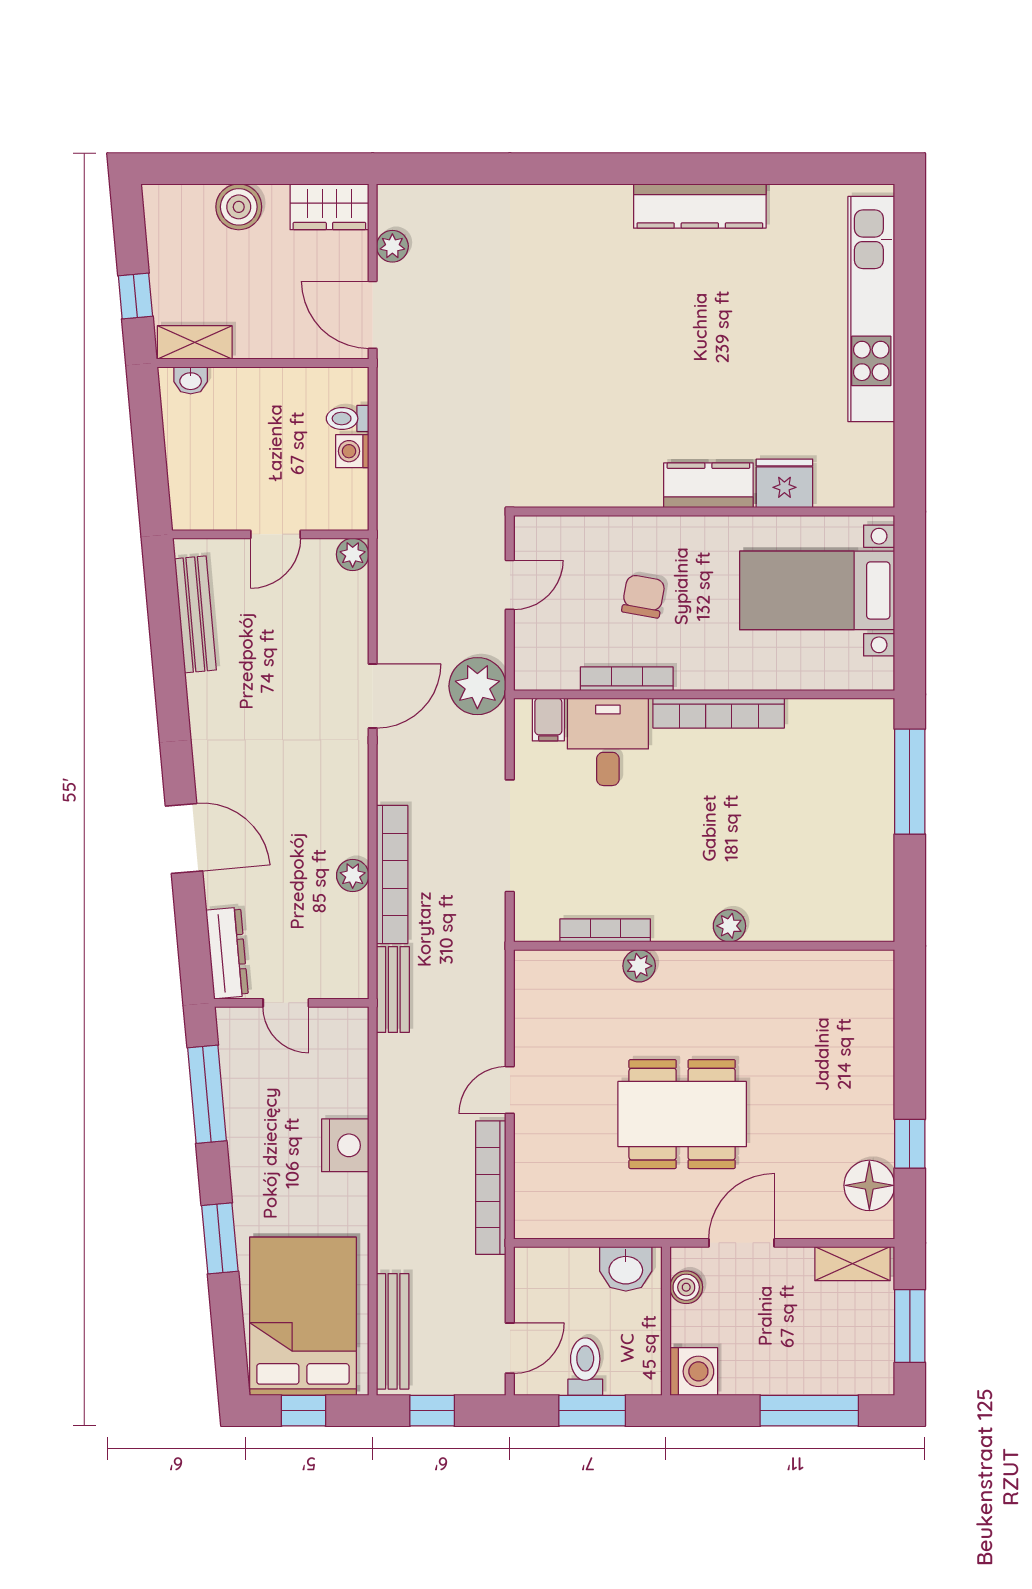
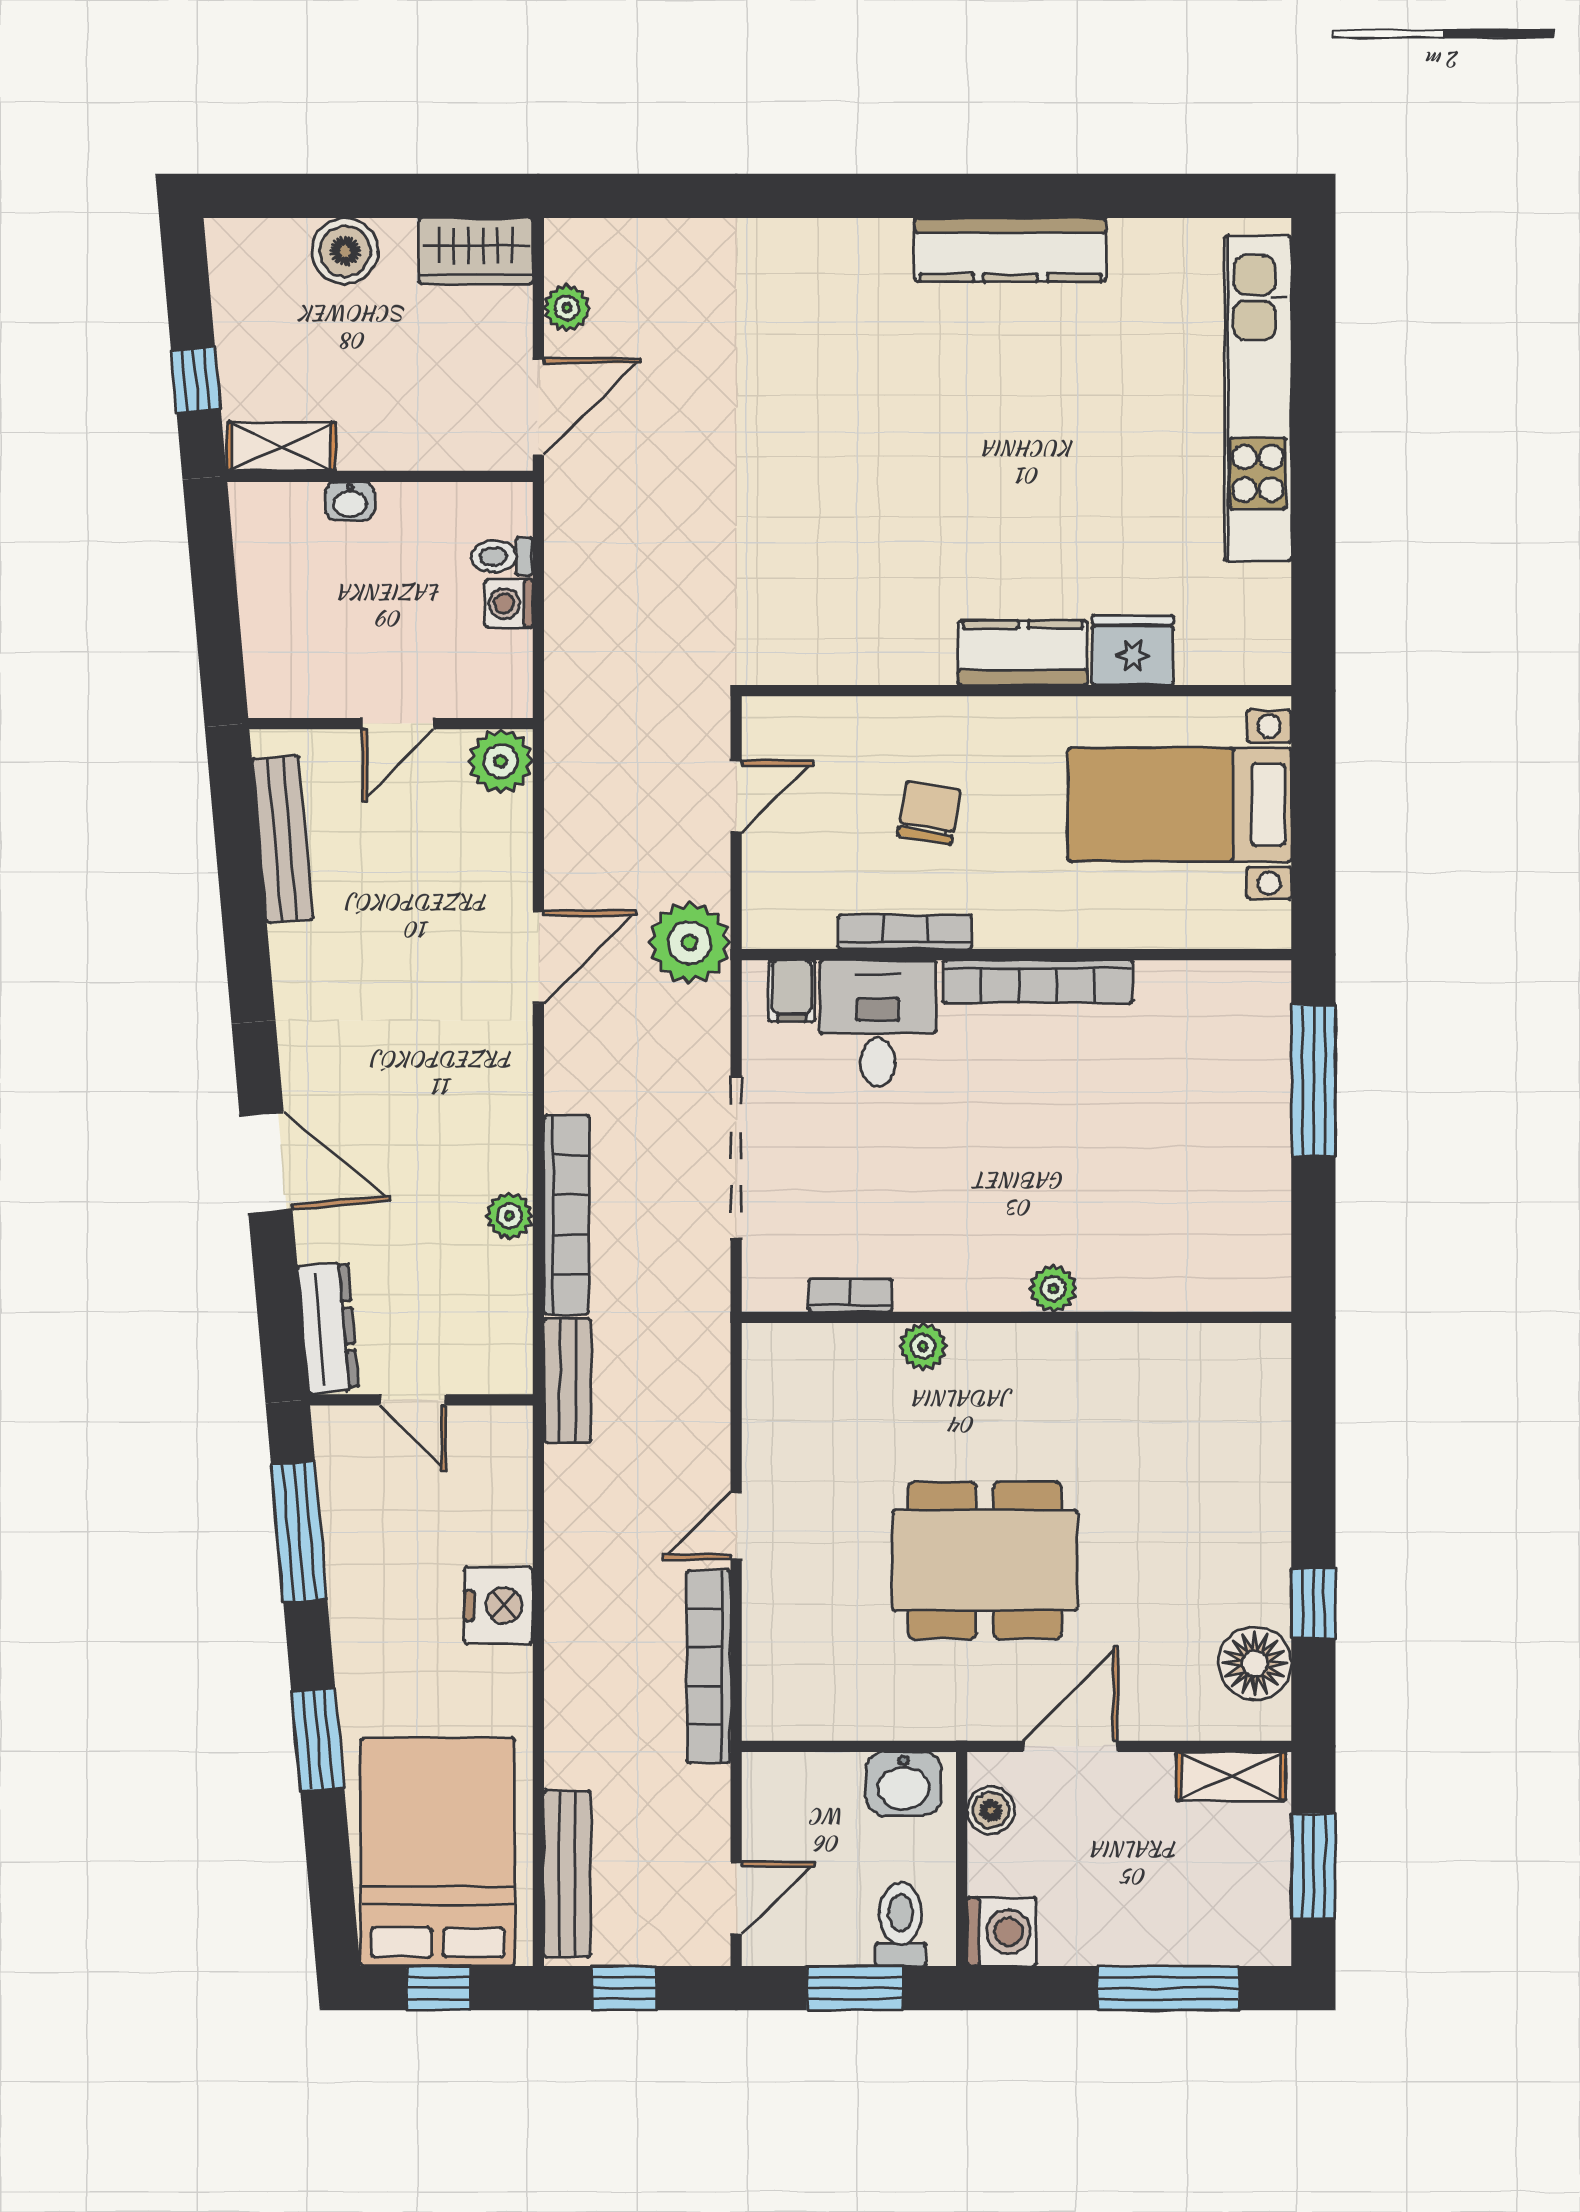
door: (373, 315) -> (538, 407), swing flipped
washbasin: (191, 380) -> (350, 501), moved
plant: (353, 554) -> (501, 761), width x1.38, depth x1.38
bookcase: (605, 930) -> (850, 1295), width x0.64
toilet: (585, 1367) -> (901, 1925), moved

